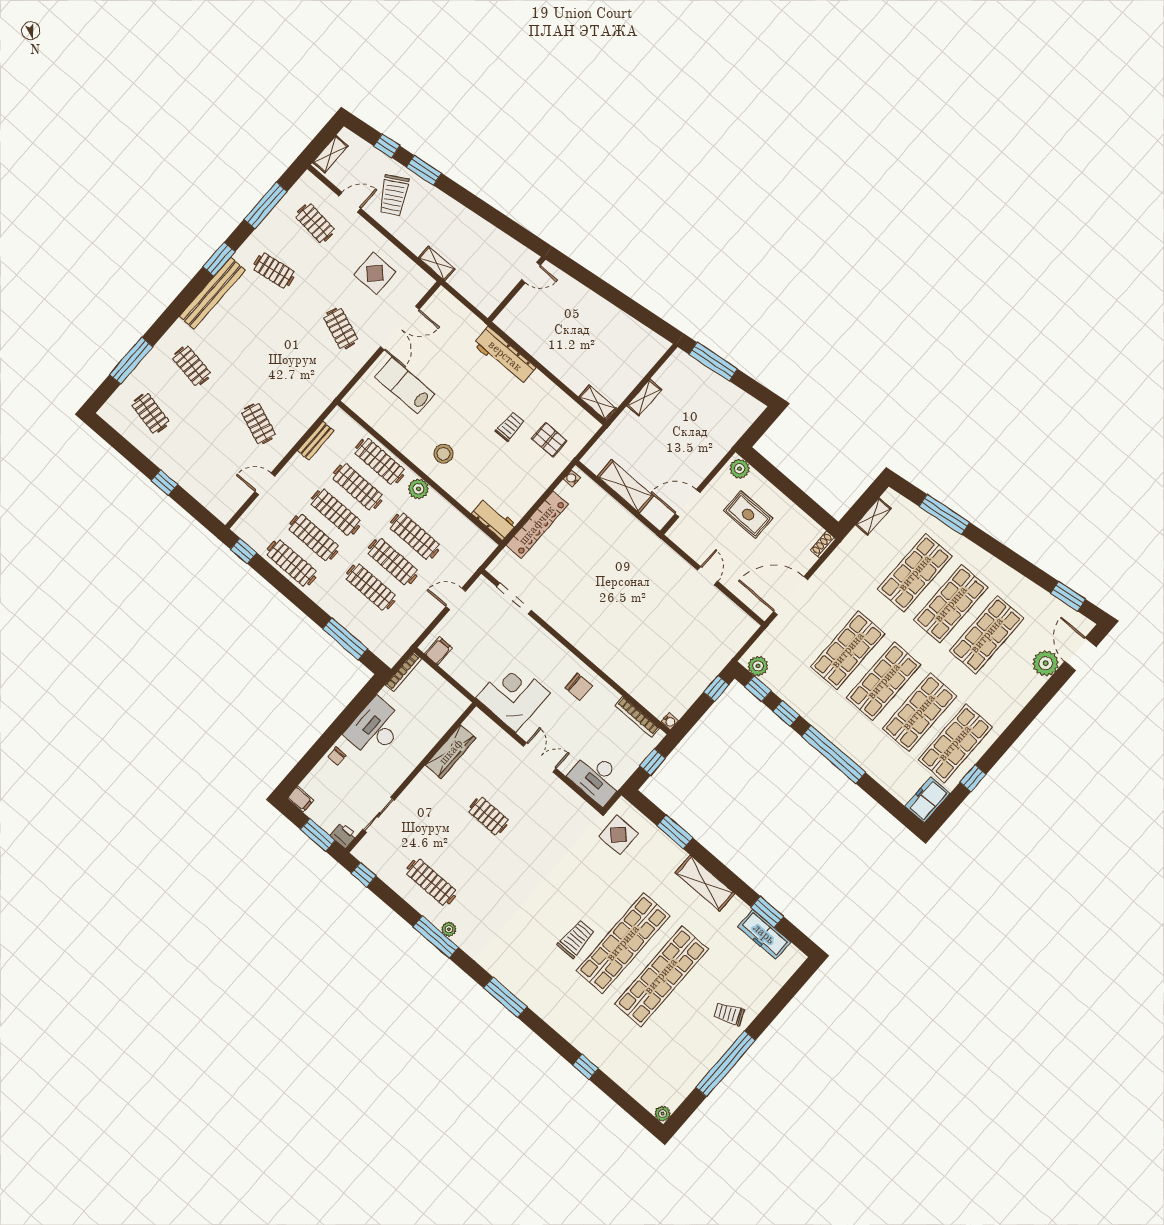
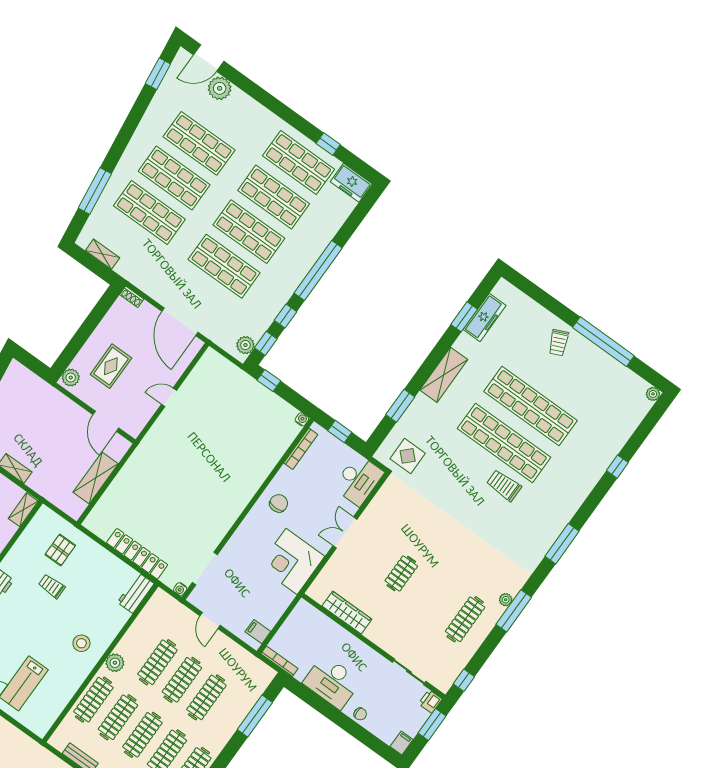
water cooler: (572, 478) -> (180, 589), moved

